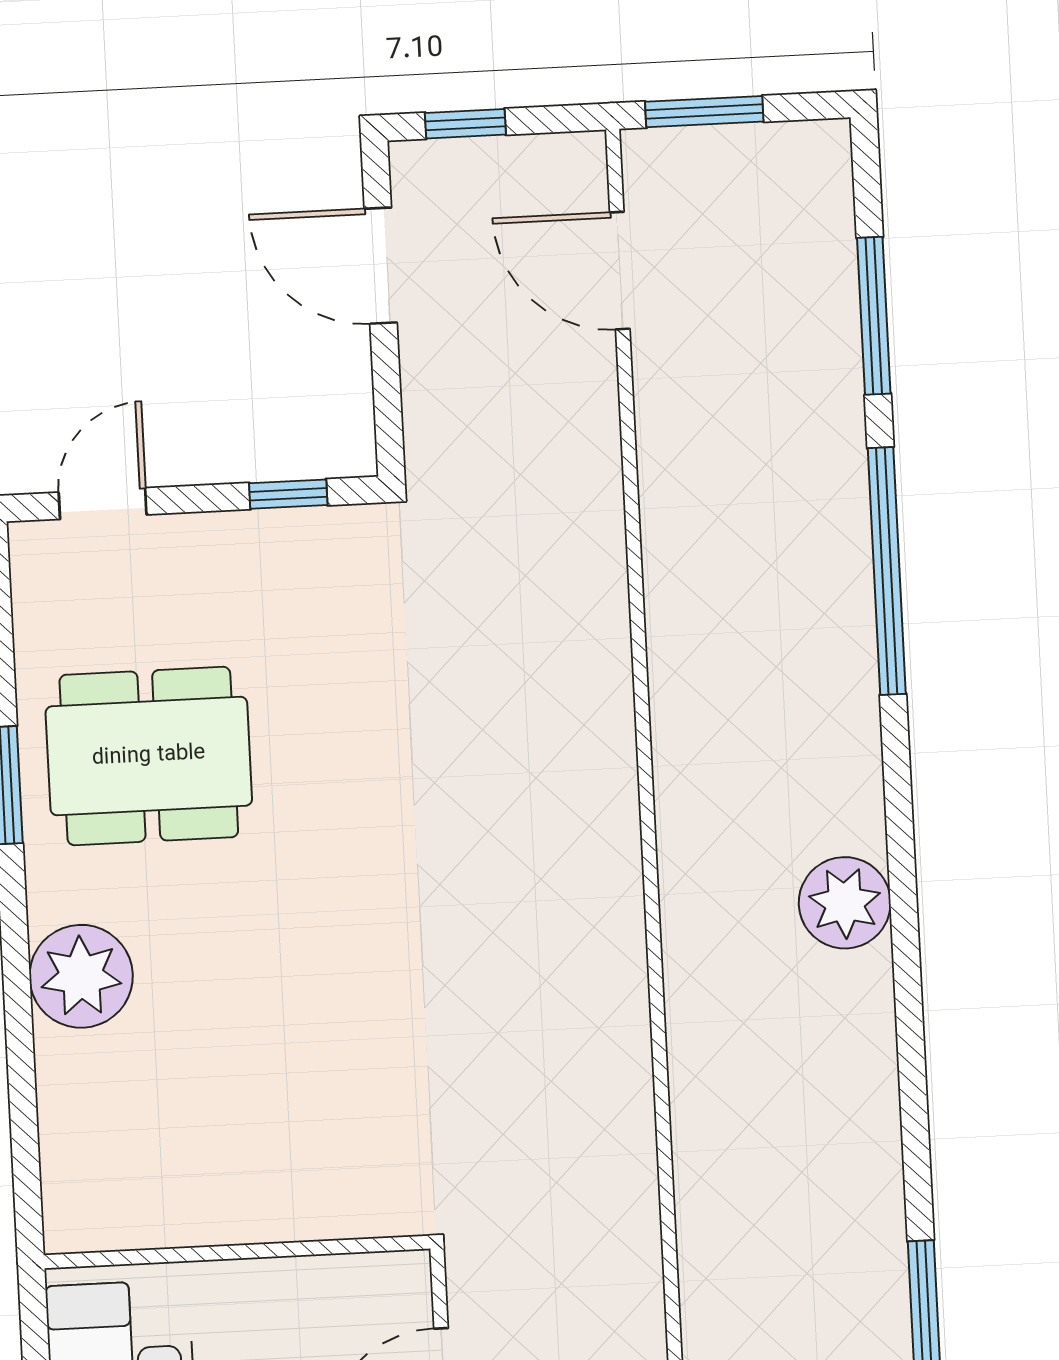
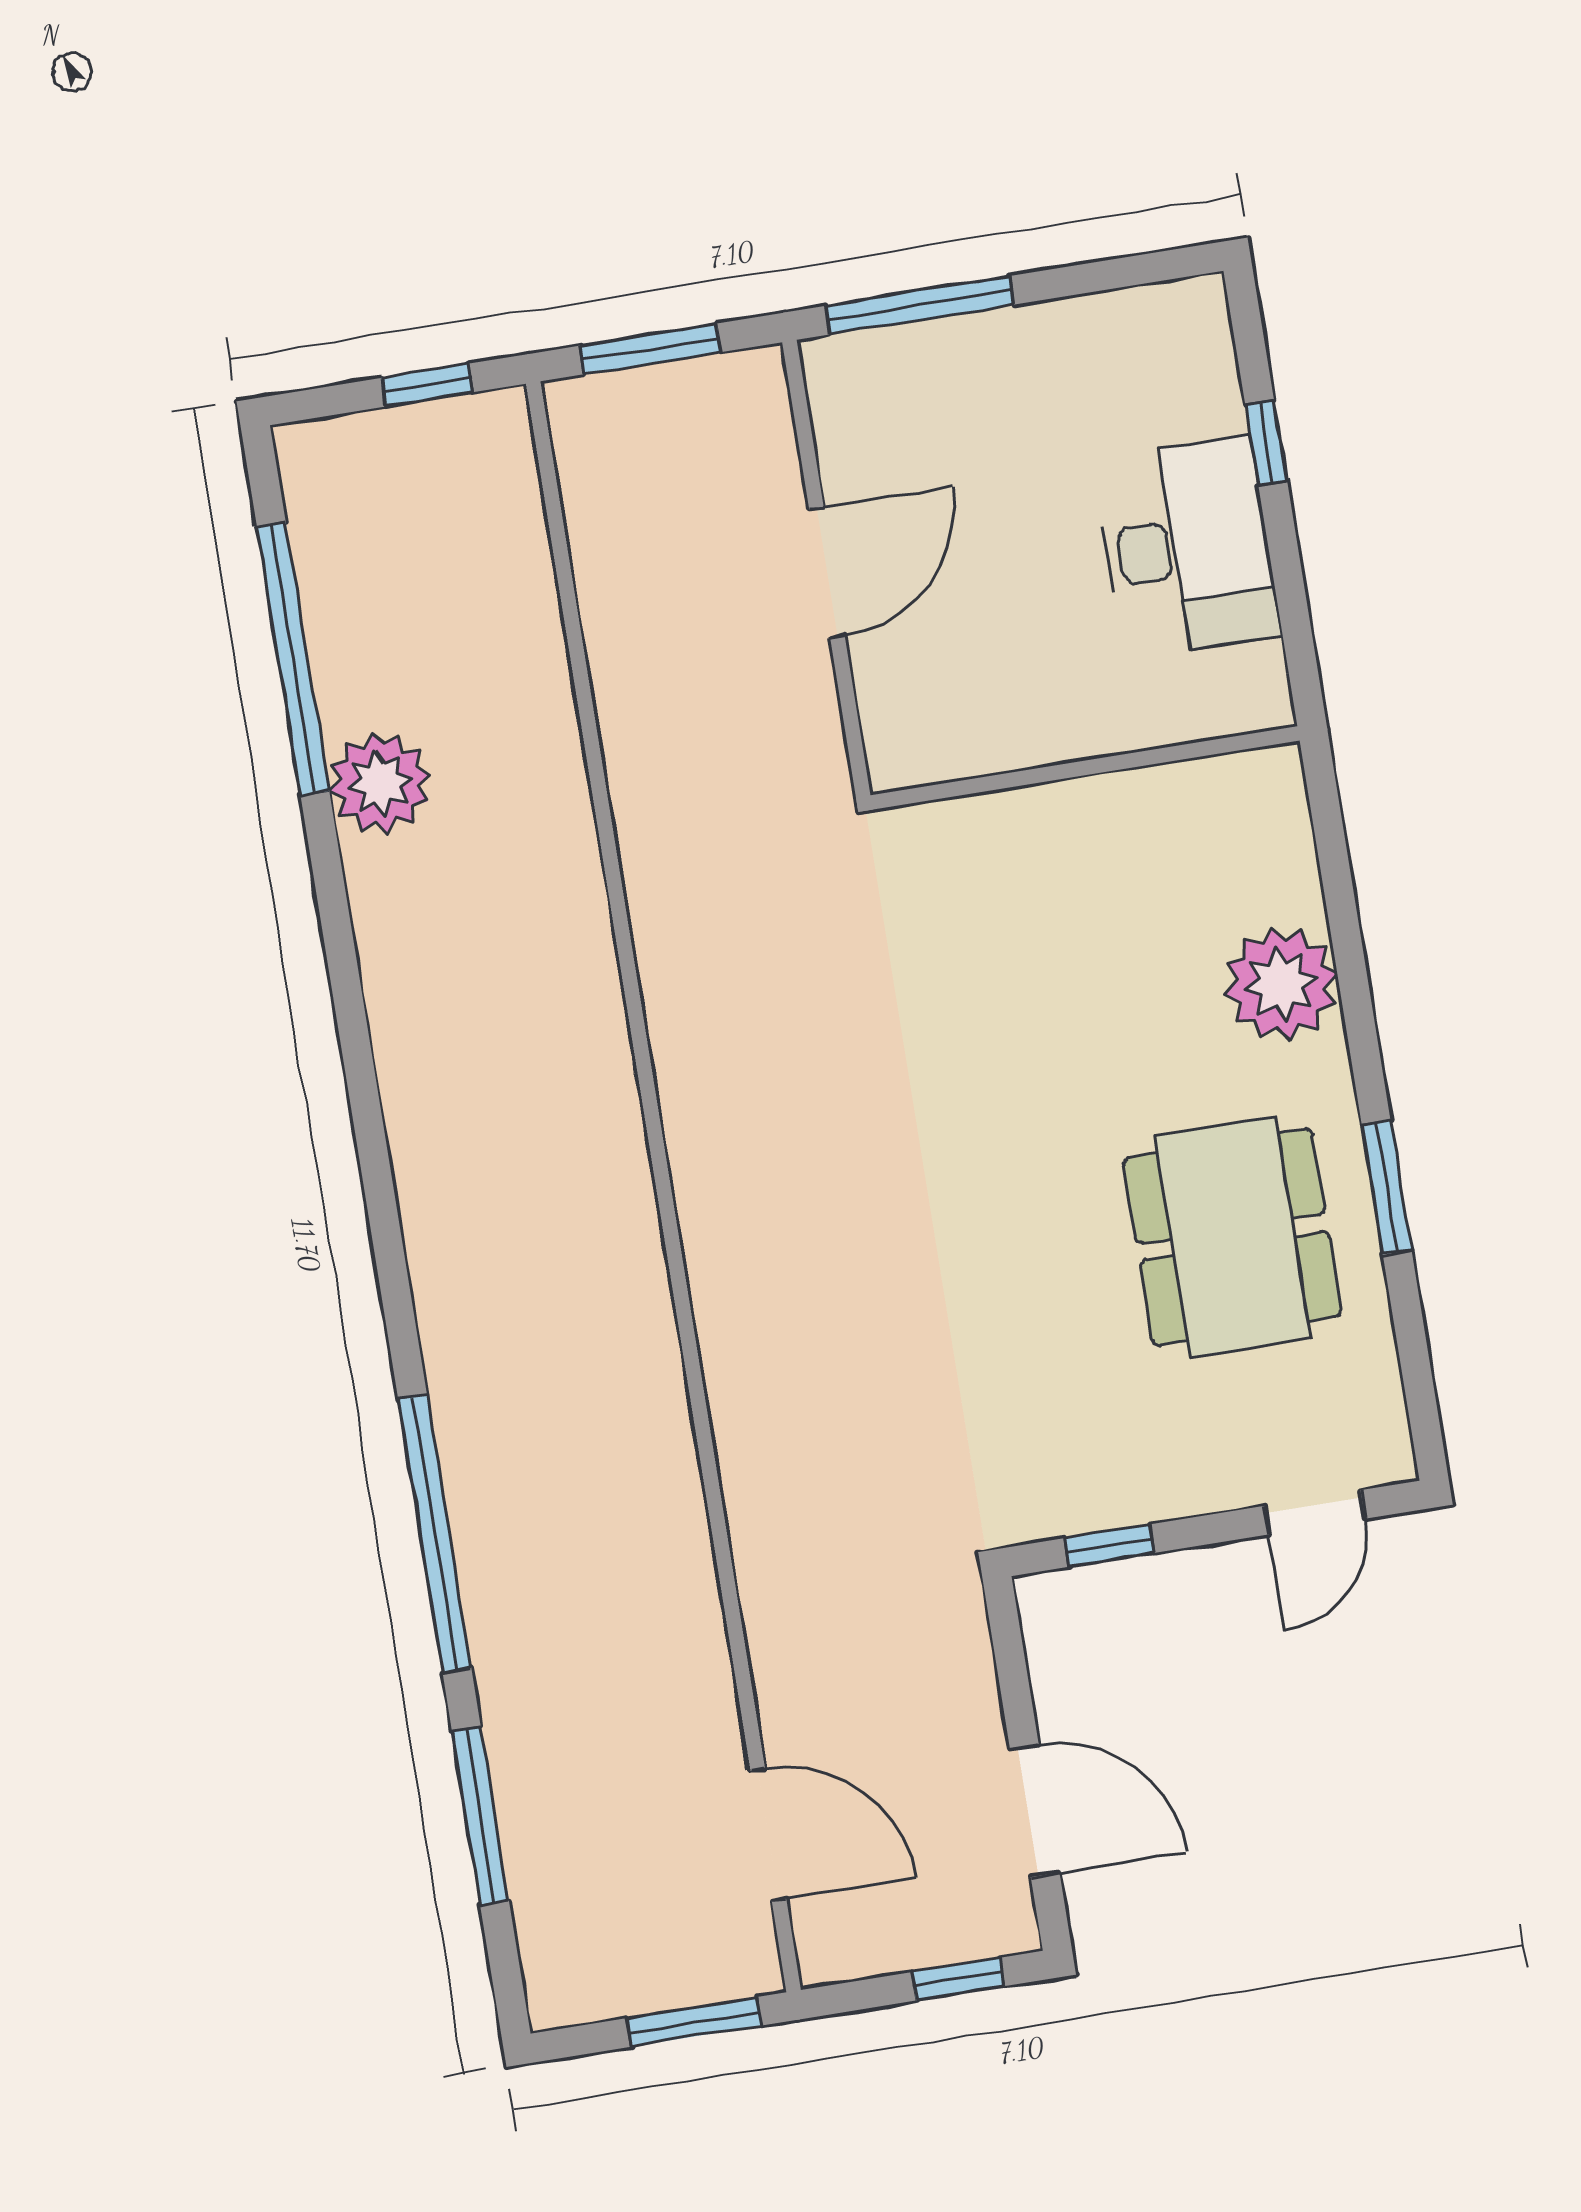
dining table: (149, 756) -> (1232, 1237), turned 90
plant: (845, 903) -> (380, 783), moved
wall: (237, 1252) -> (1085, 768), moved

